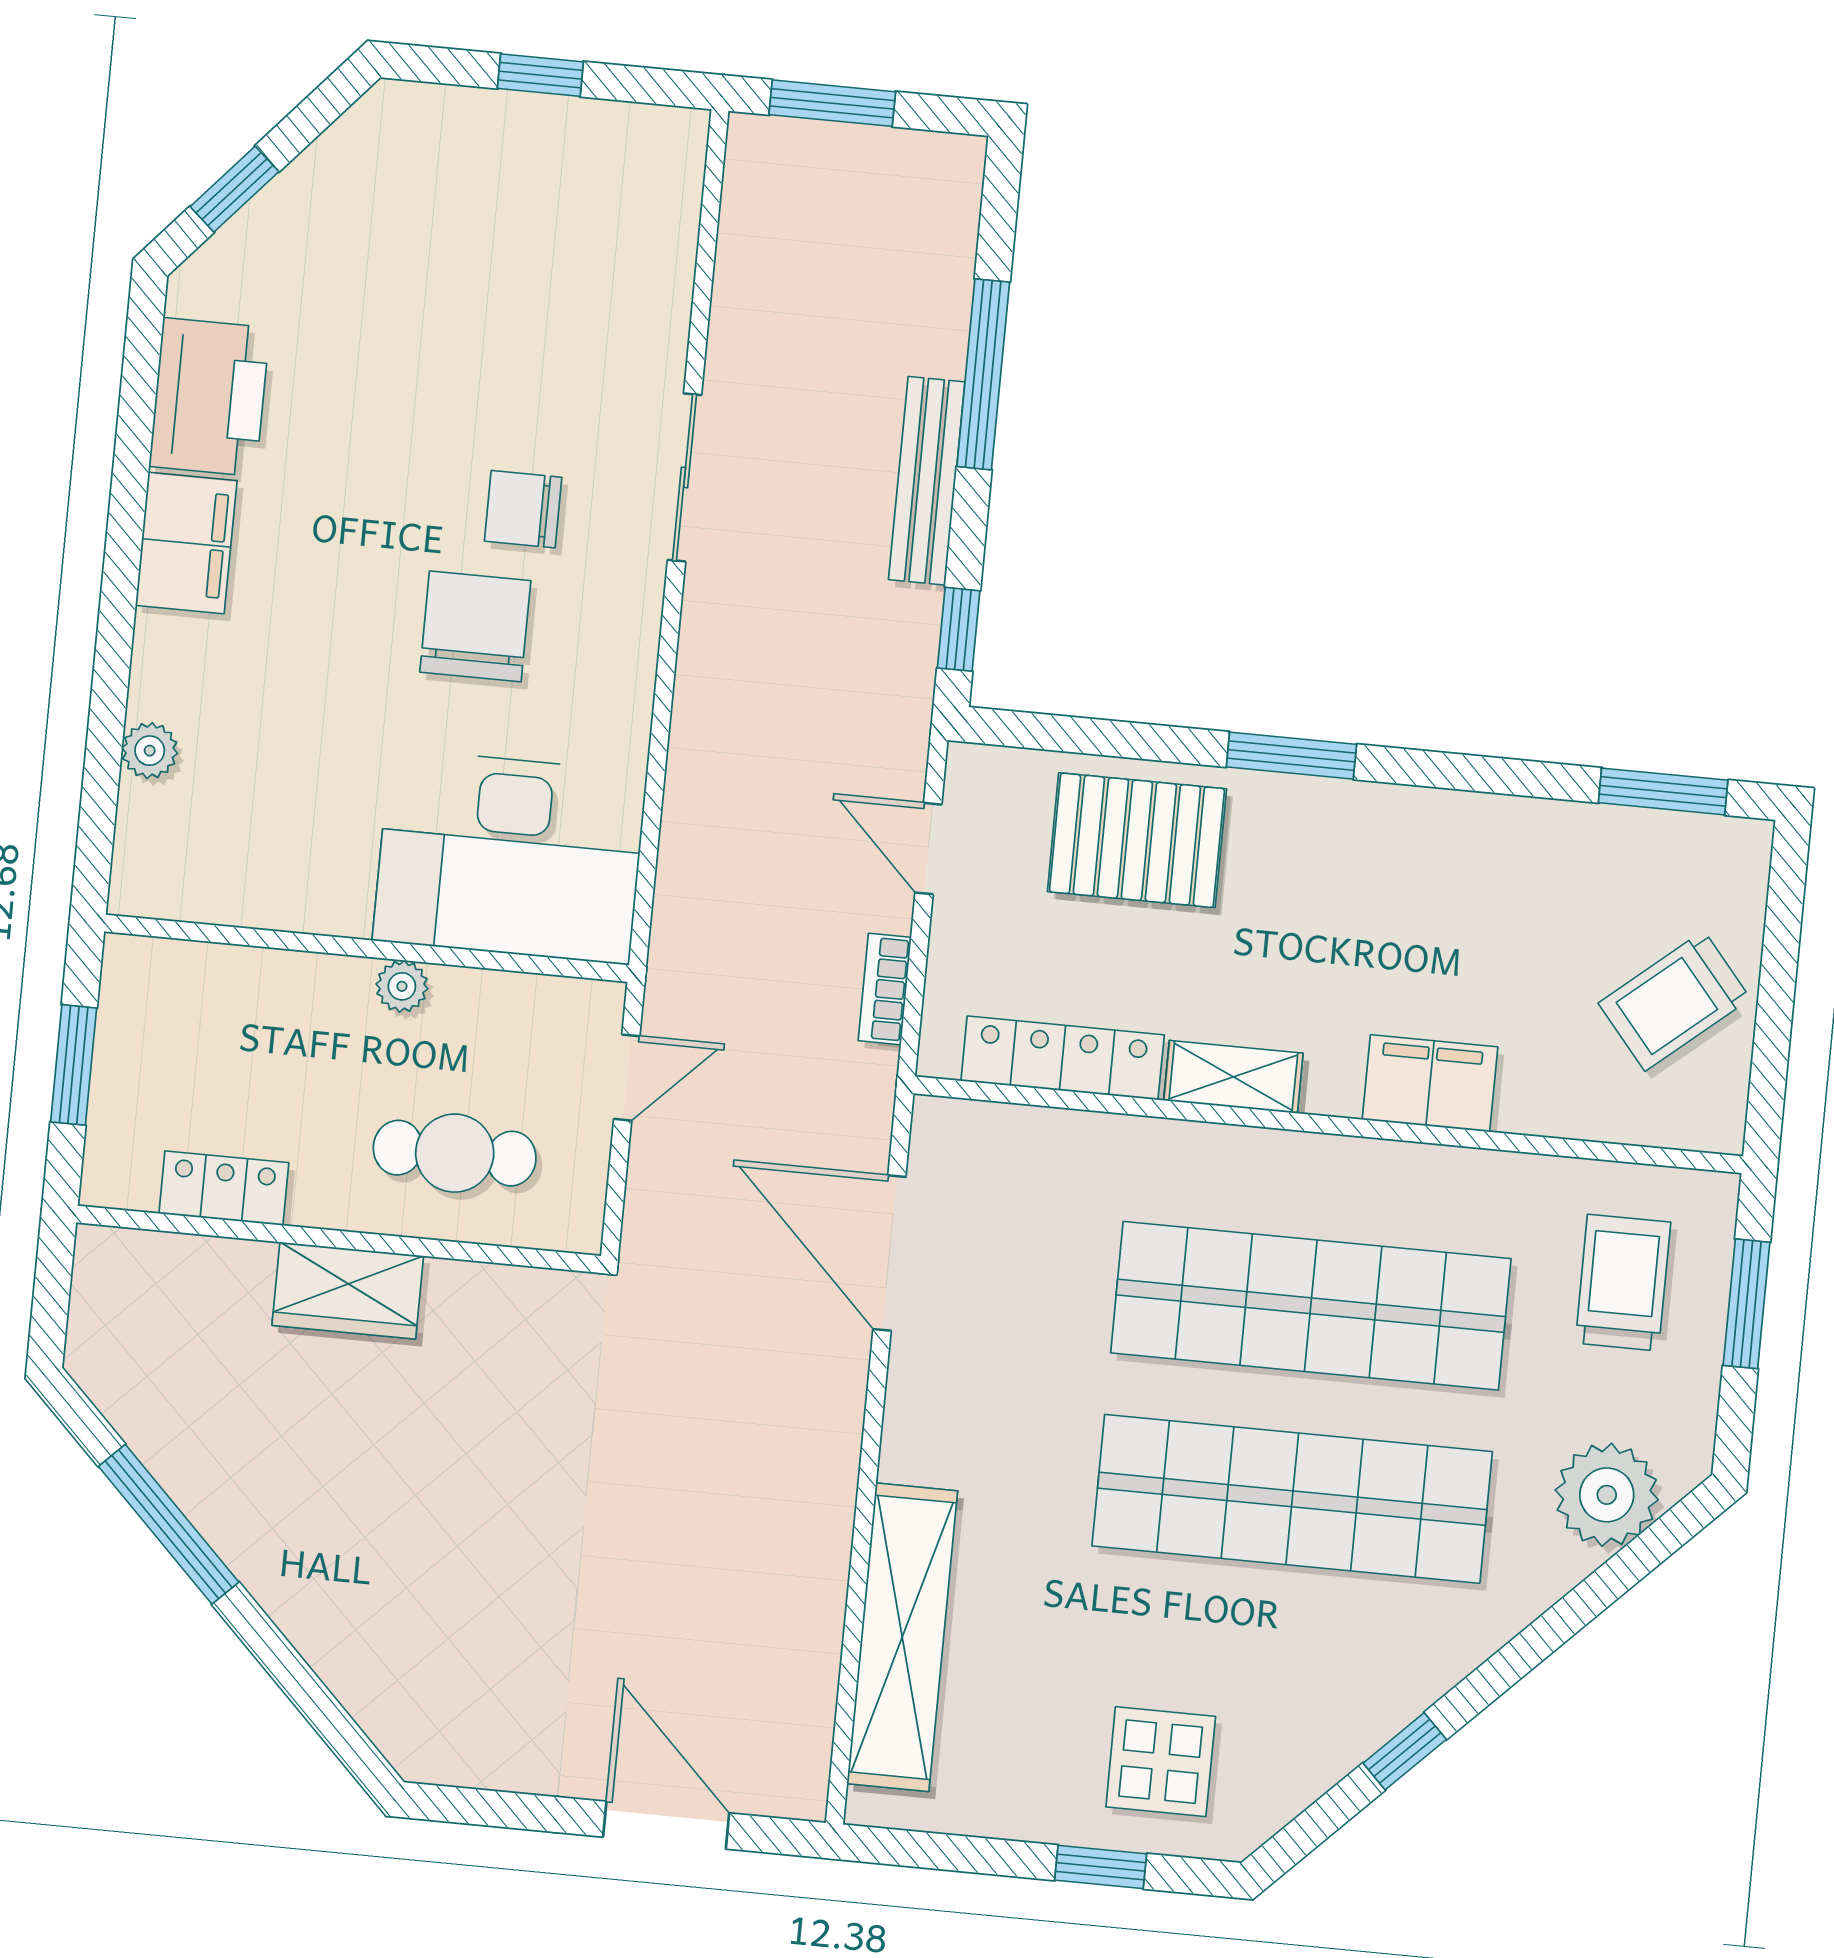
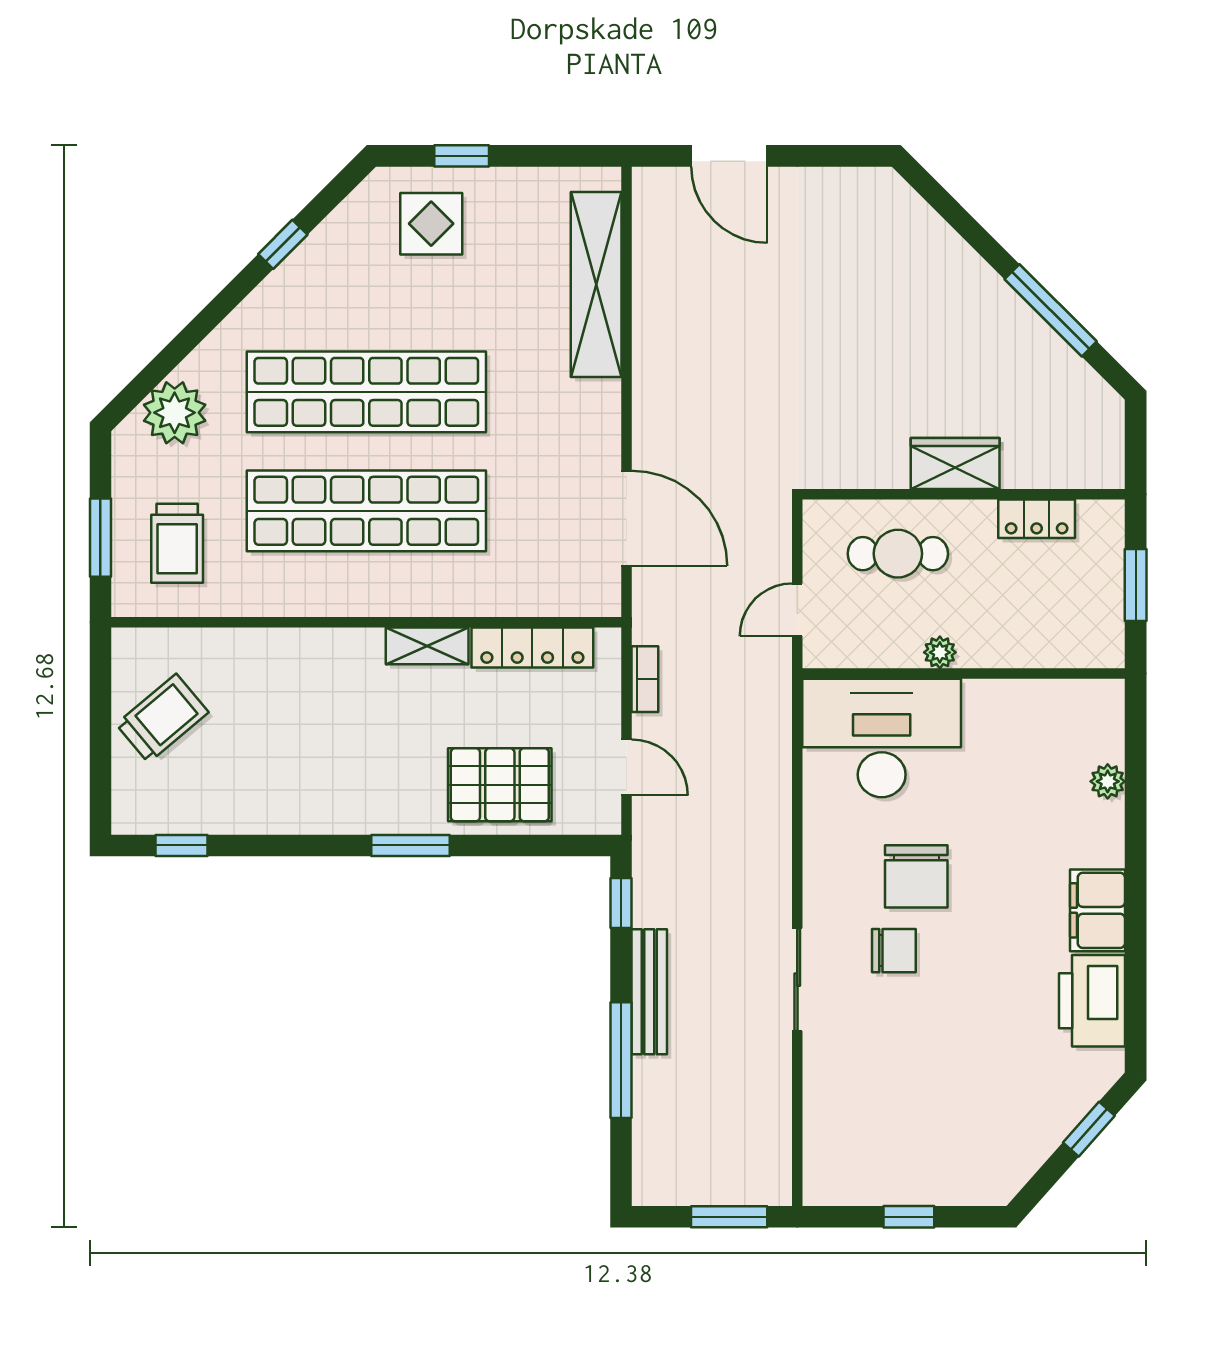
window: (1663, 791) -> (181, 845), width x0.67
filing cabinet: (1430, 1083) -> (307, 654), removed

